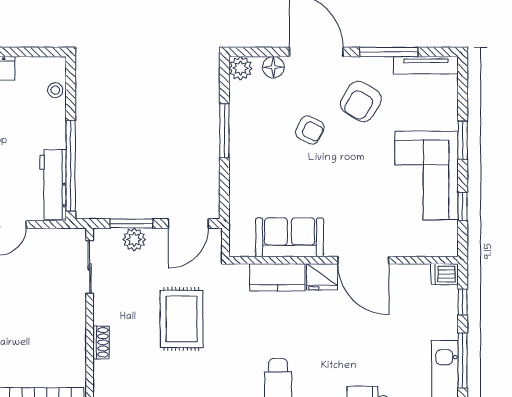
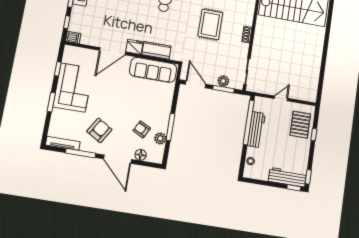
plant: (241, 68) -> (160, 138), moved
armchair: (310, 130) -> (142, 129), moved
workbench: (53, 184) -> (256, 130), moved
door: (188, 223) -> (196, 84), hinge flipped
sofa: (290, 237) -> (153, 70), width x1.36
door: (363, 260) -> (113, 51), swing flipped
rug: (182, 319) -> (210, 24), moved

